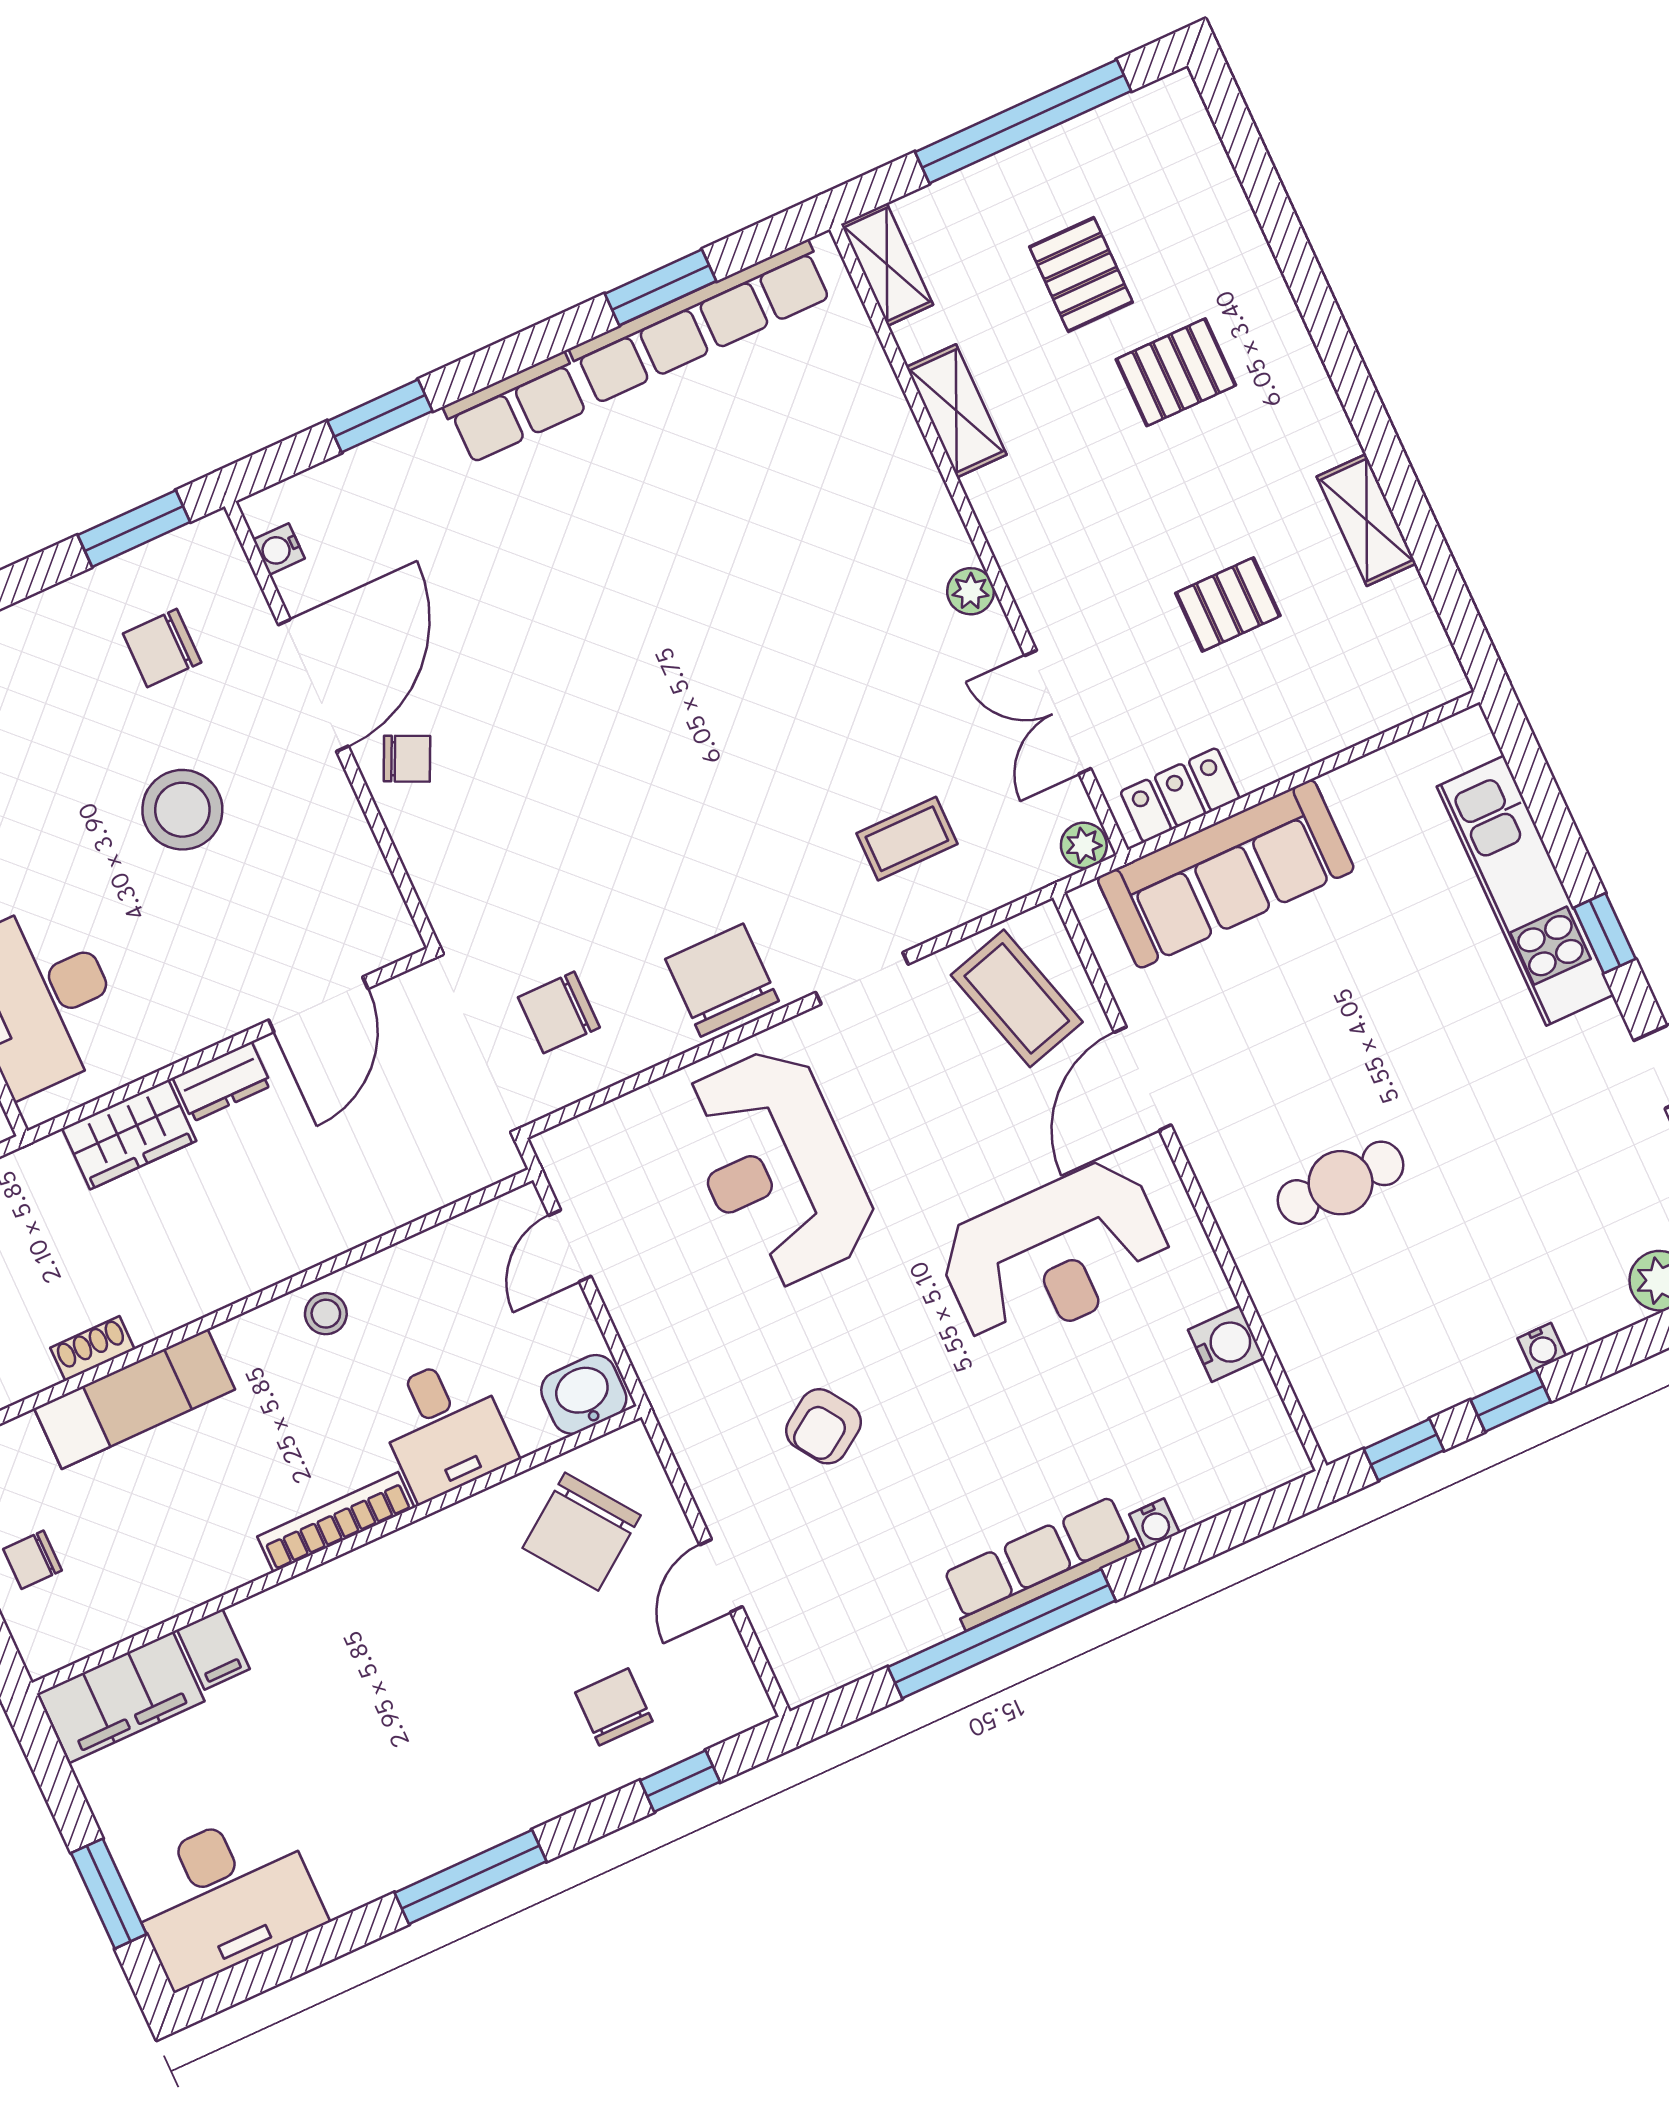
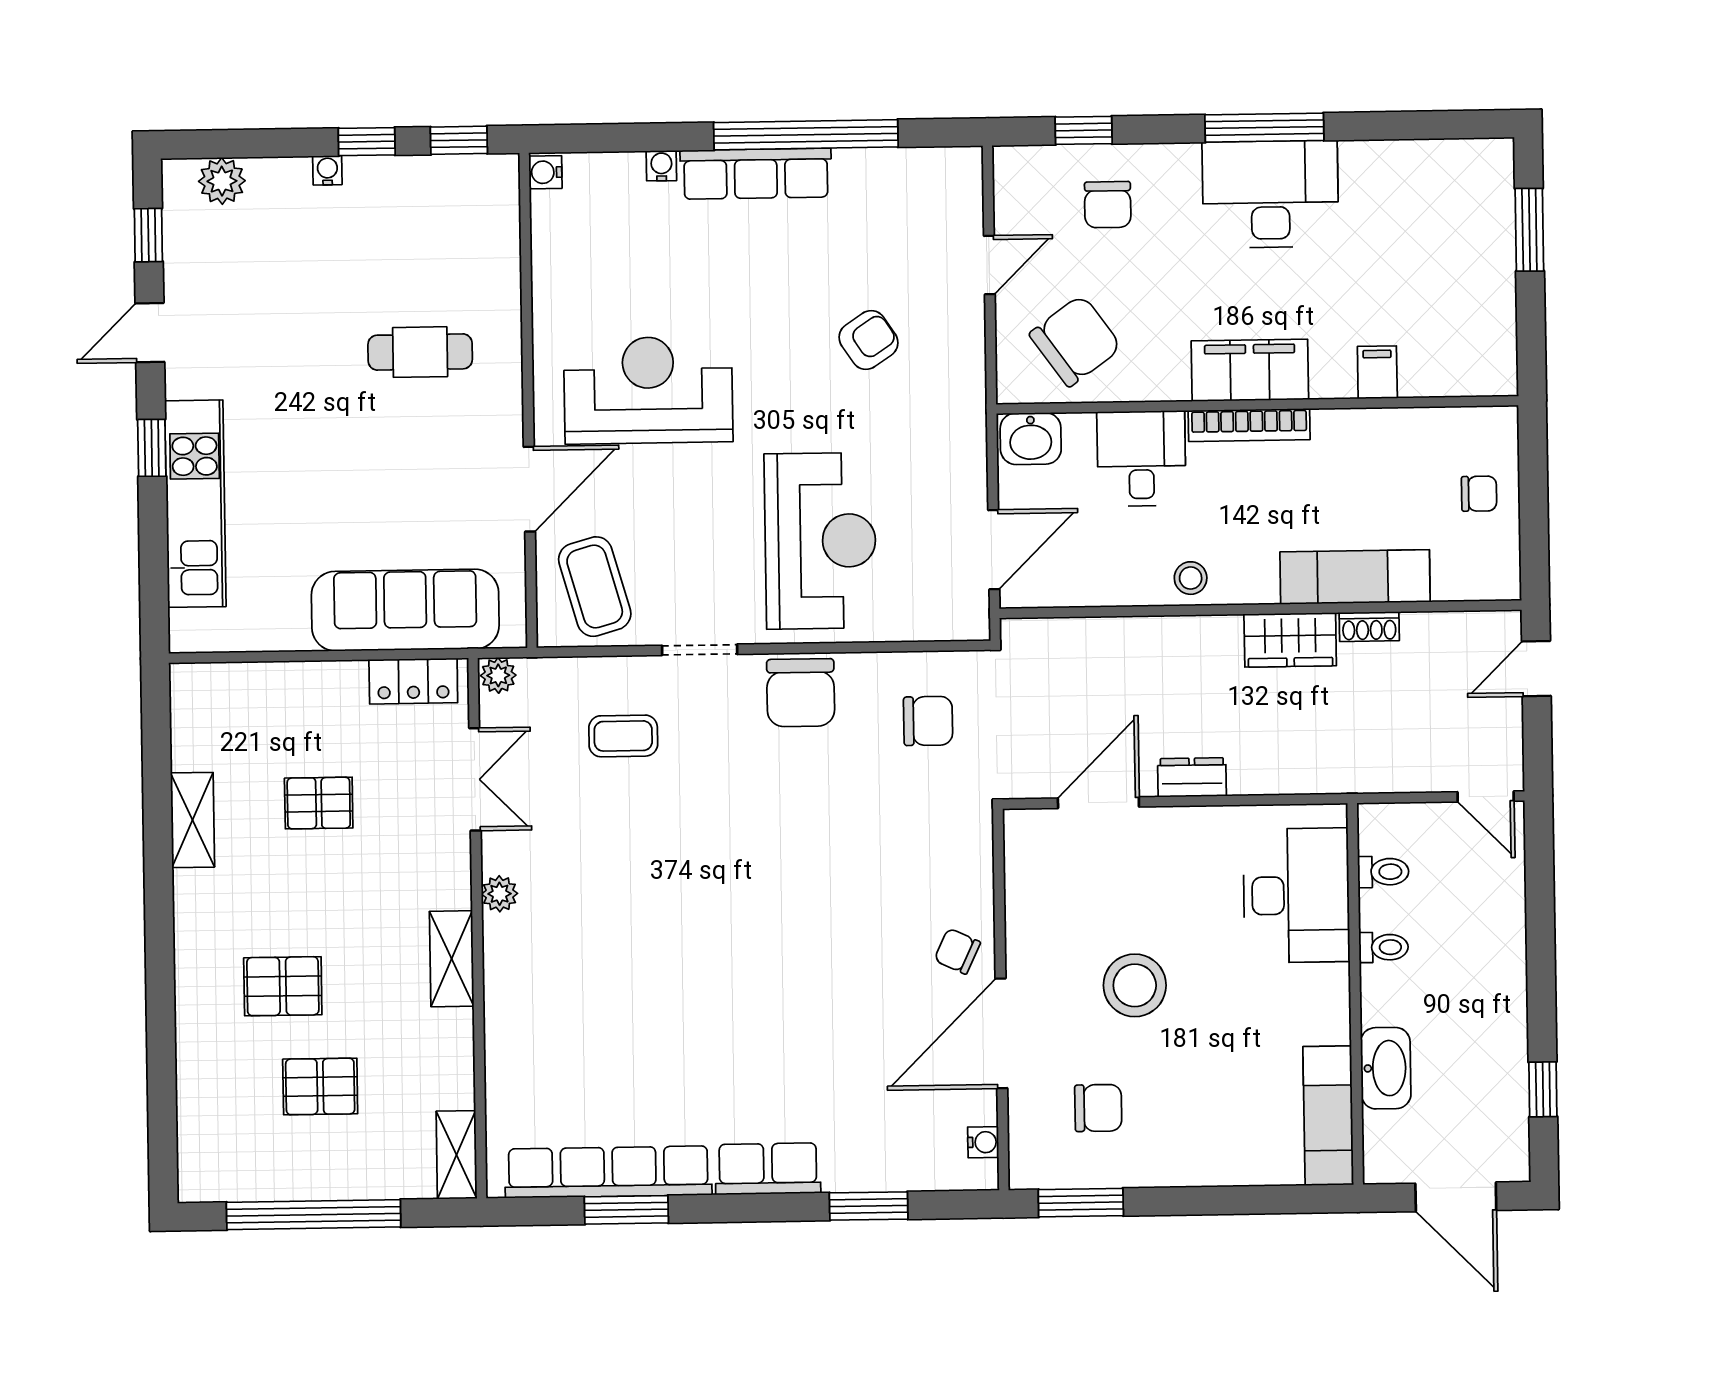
pallet: (1081, 274) -> (320, 1086), turned 90
shelving: (956, 411) -> (452, 959), moved
wardrobe: (129, 1135) -> (1290, 640), moved, turned 180
door: (570, 1246) -> (994, 550), width x1.38
water cooler: (1226, 1344) -> (545, 172), moved, width x0.72, depth x0.72
filing cabinet: (121, 1697) -> (1250, 370), moved
desk: (224, 1896) -> (1270, 194), moved

